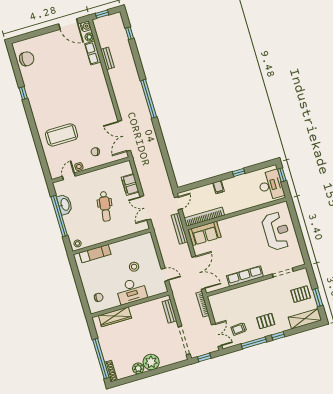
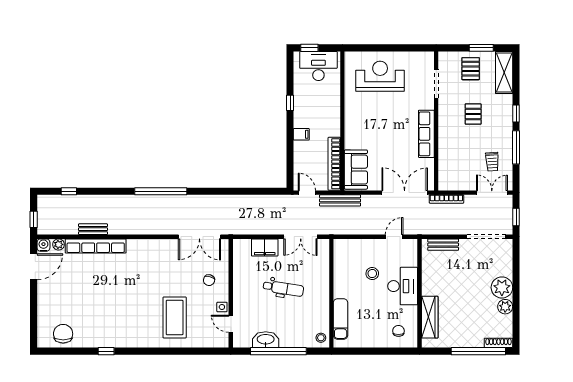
row of seats: (93, 53) -> (96, 246), width x2.02
pallet: (266, 321) -> (473, 114), moved

